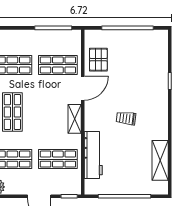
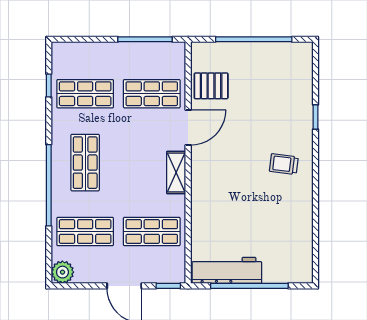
pallet: (98, 60) -> (211, 86), turned 90
trolley: (126, 118) -> (284, 164), moved
workbench: (93, 155) -> (227, 270), moved, turned -90
shelving: (160, 160) -> (301, 233), removed

